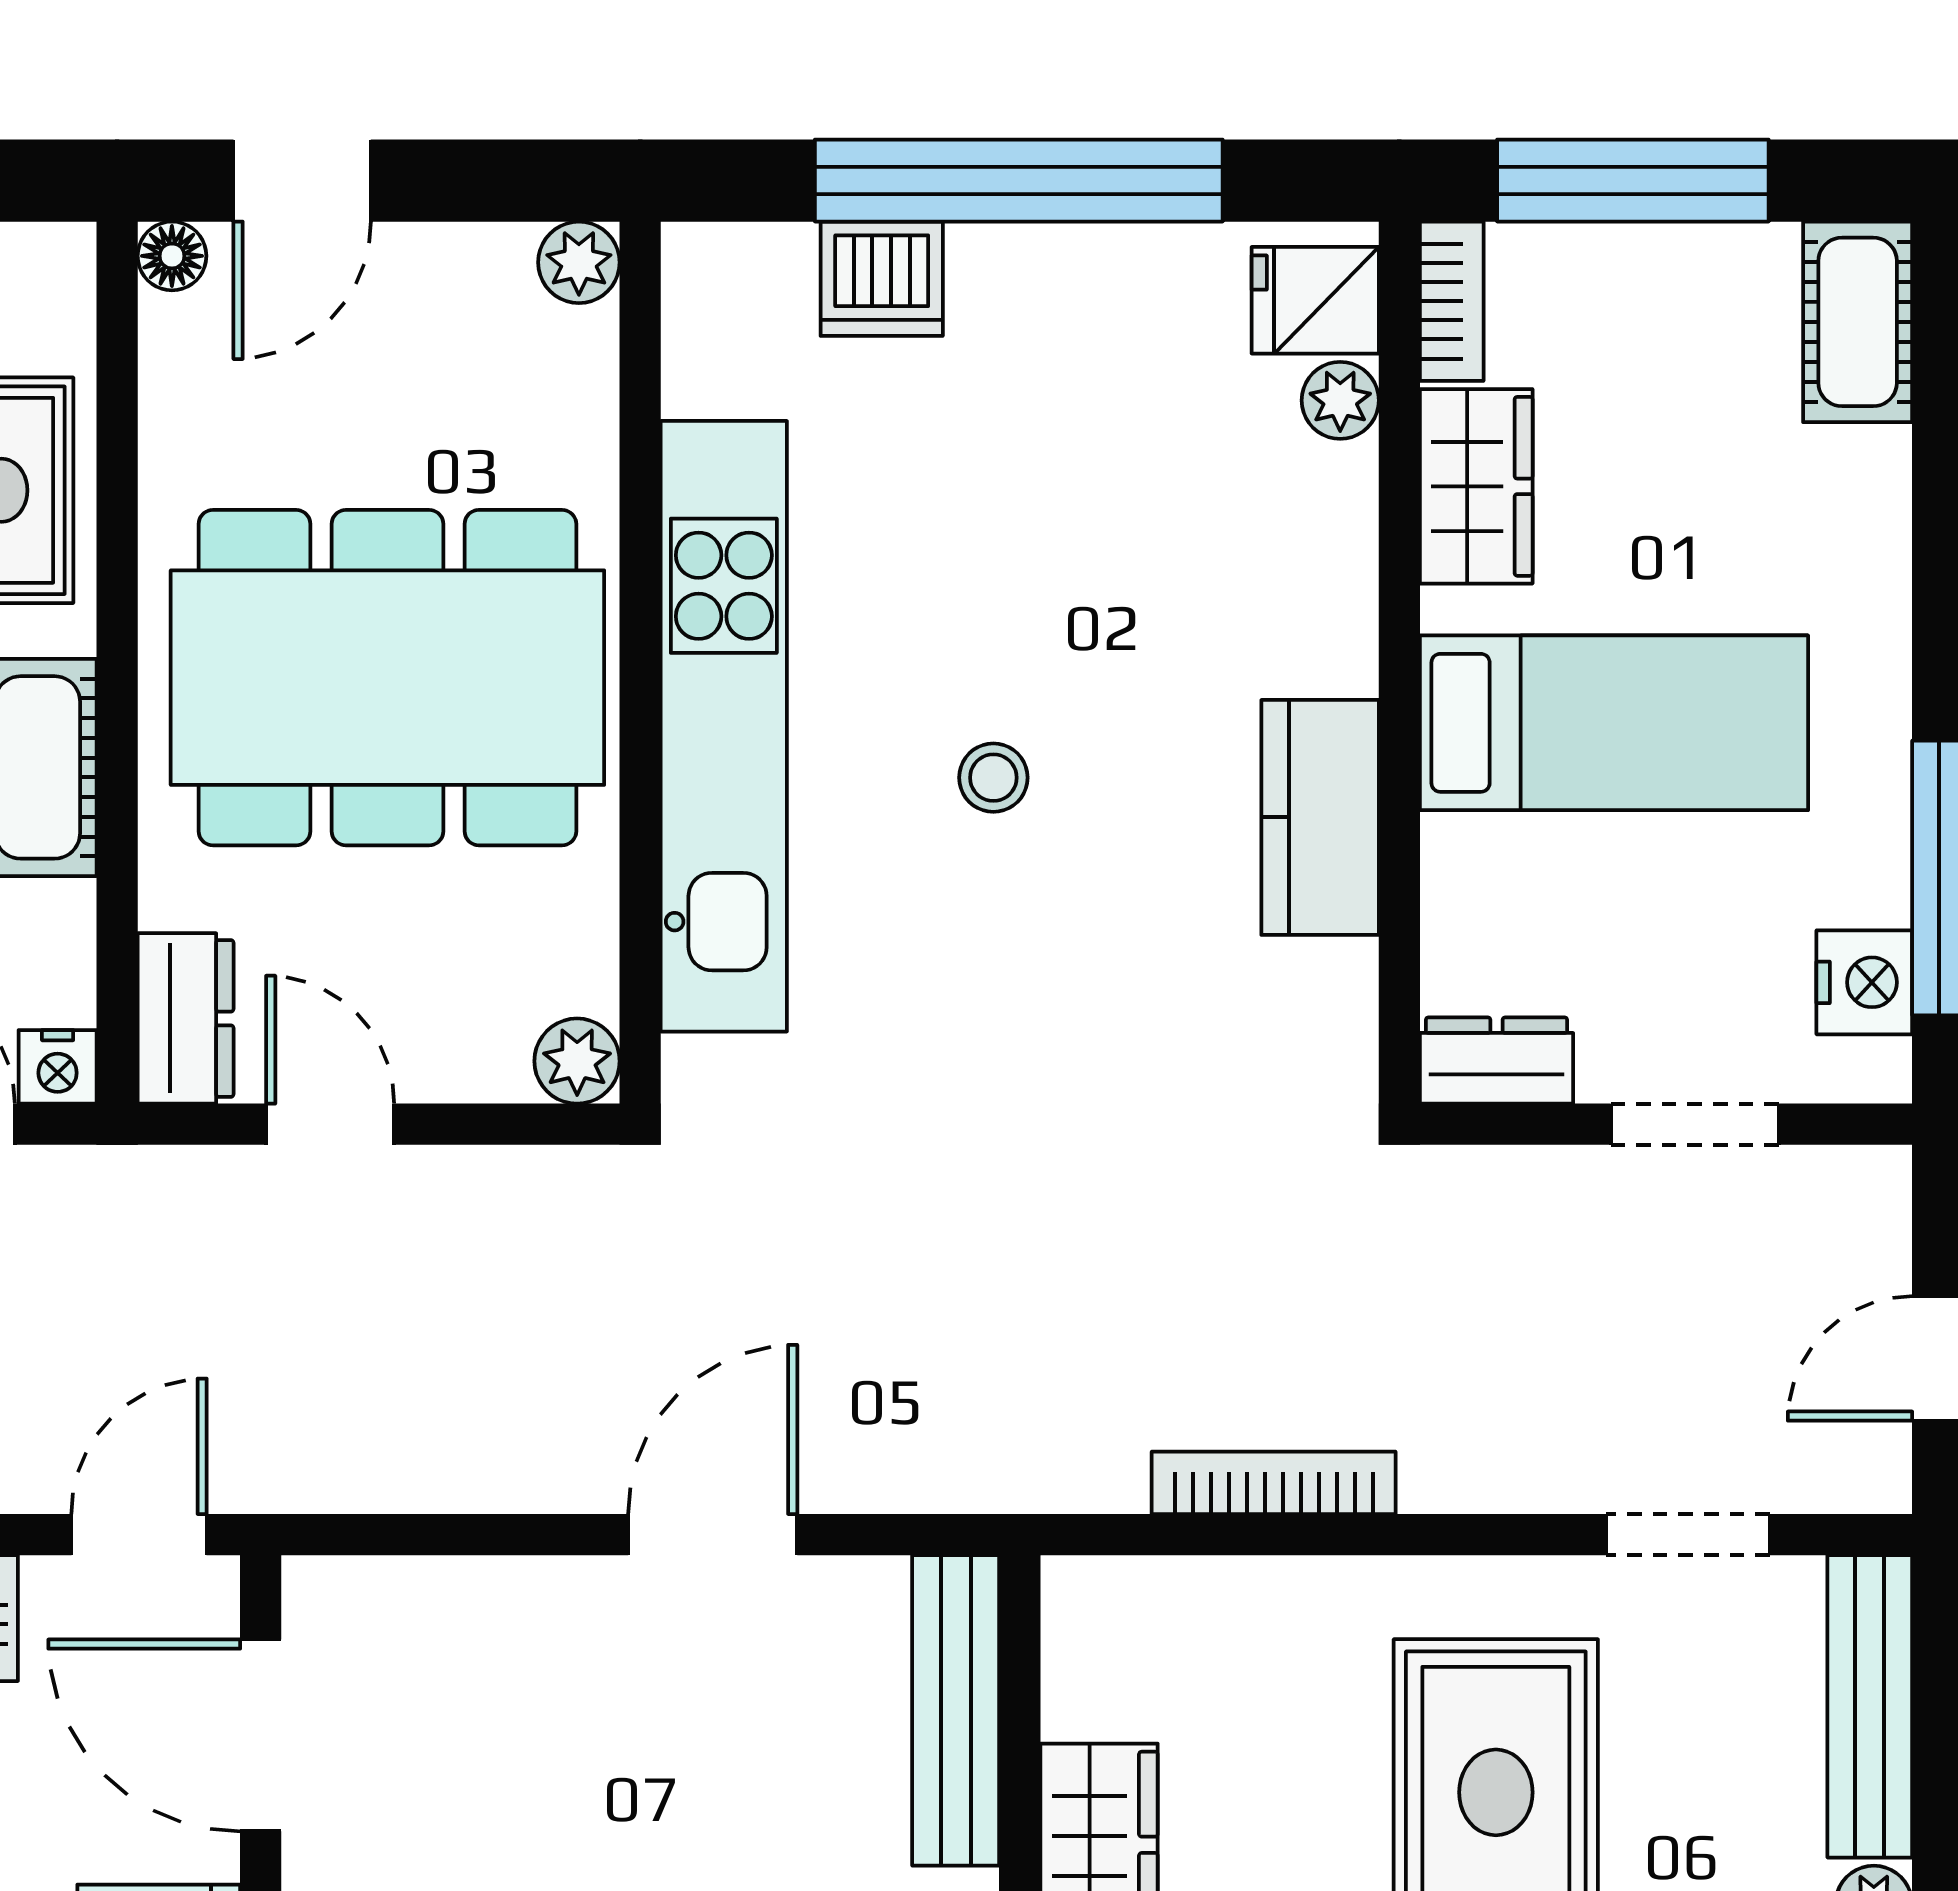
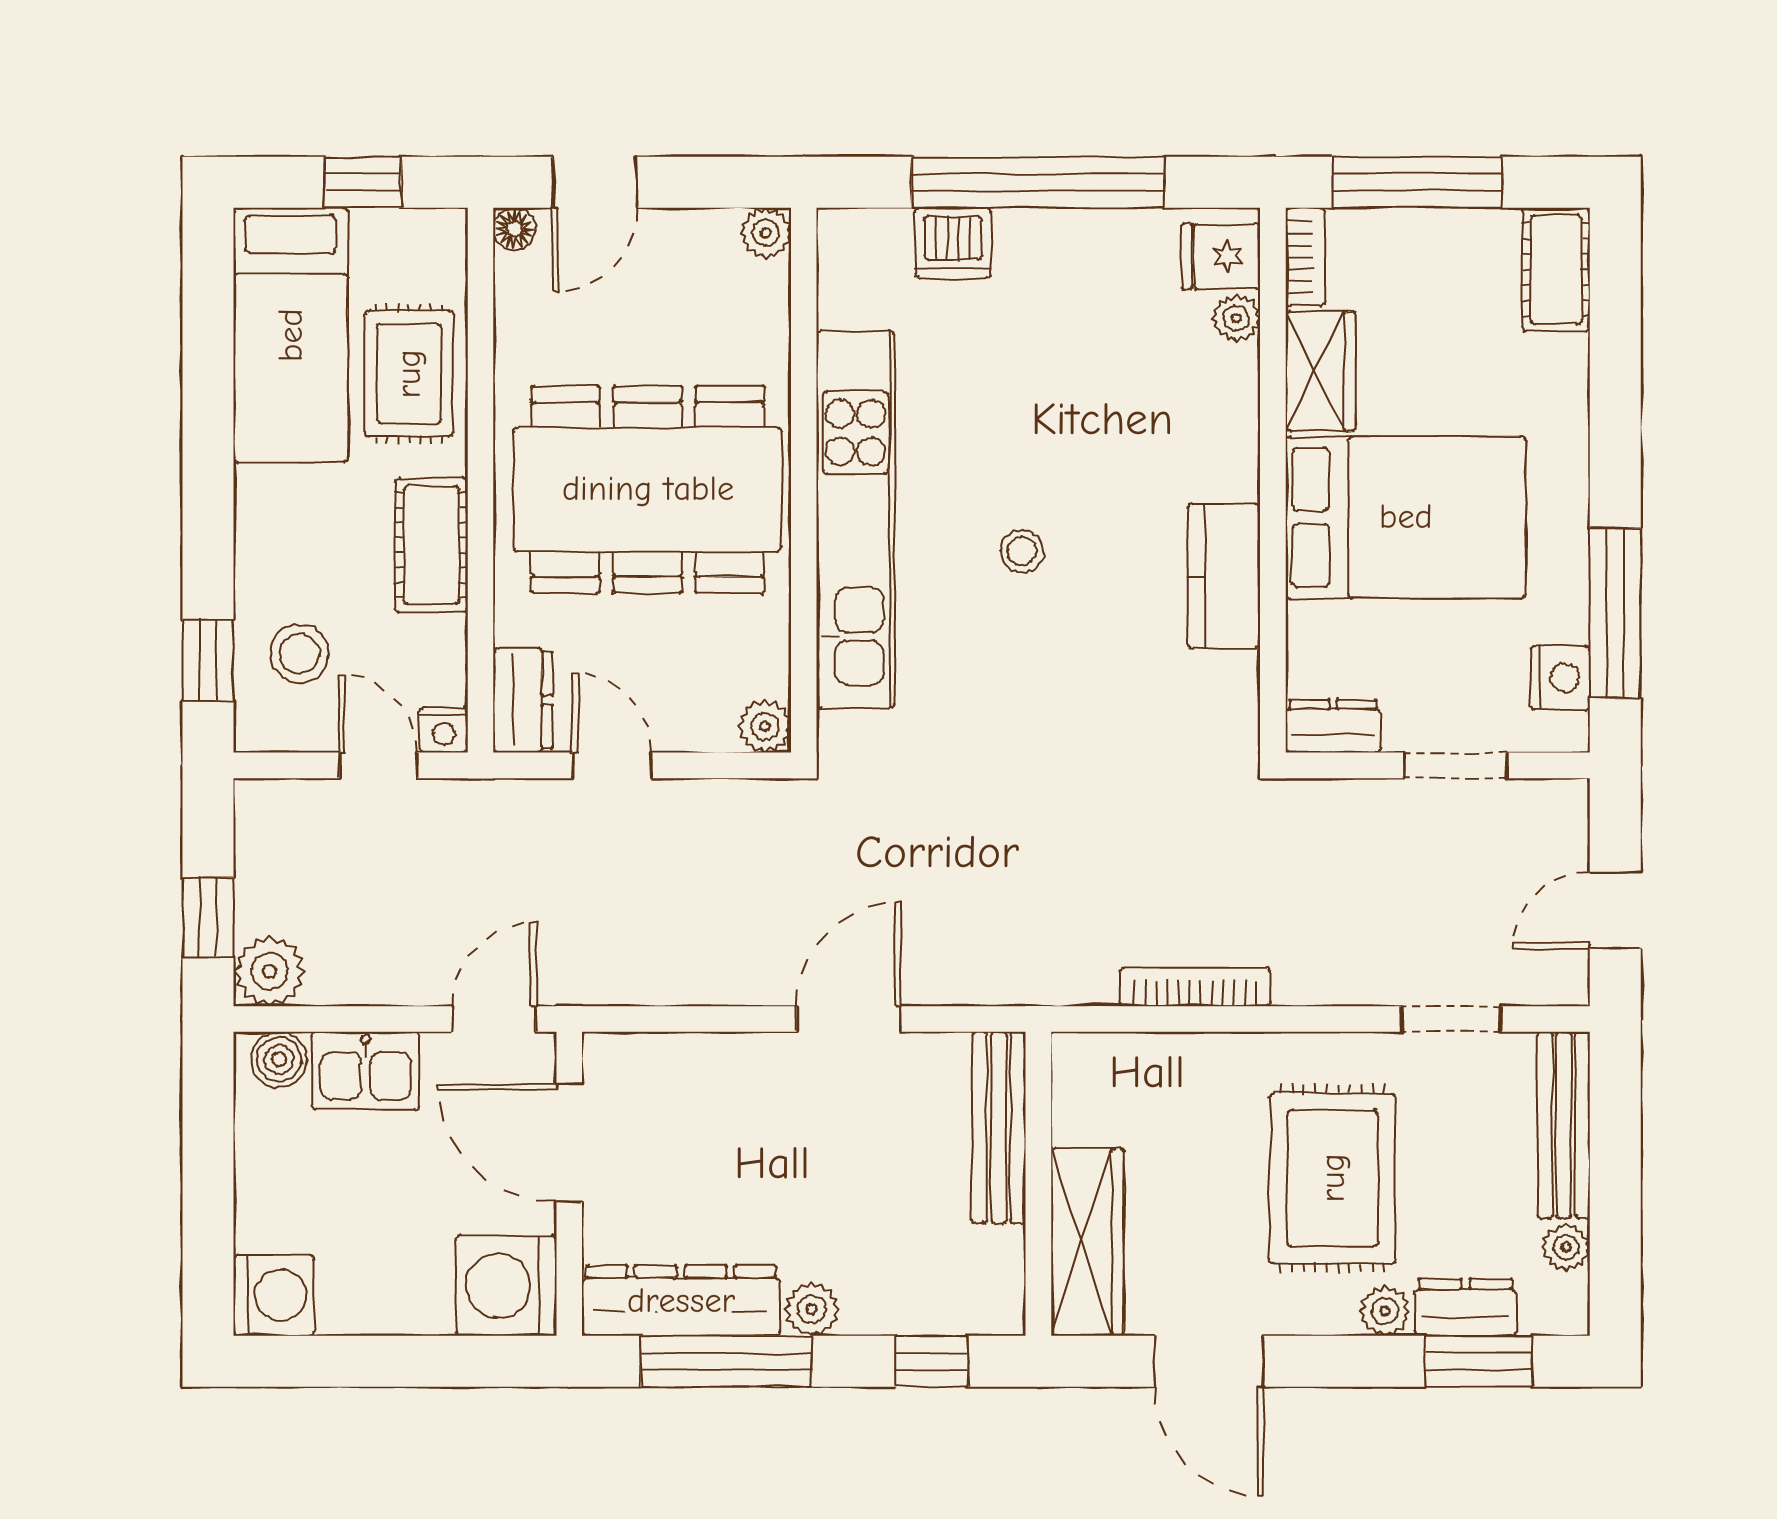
bed: (1614, 723) -> (1406, 517), width x1.50

